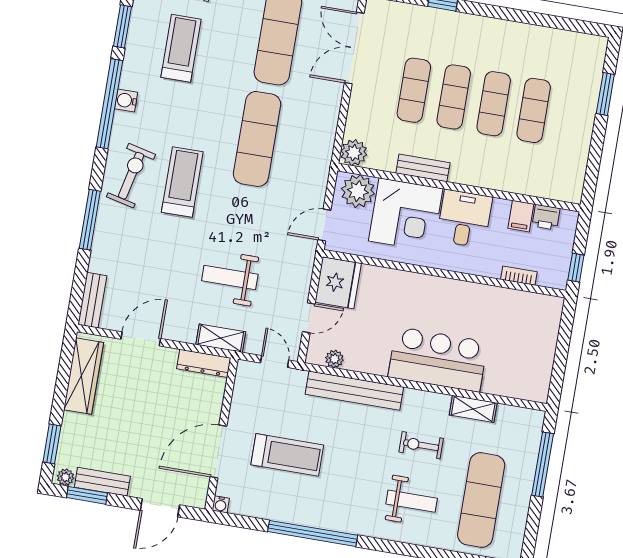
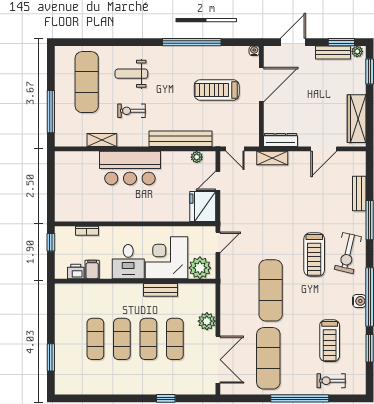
plant: (354, 153) -> (207, 321), moved
weight bench: (230, 277) -> (273, 198), removed
bench: (92, 300) -> (359, 194), moved
exercise bike: (421, 445) -> (131, 111), turned 180

